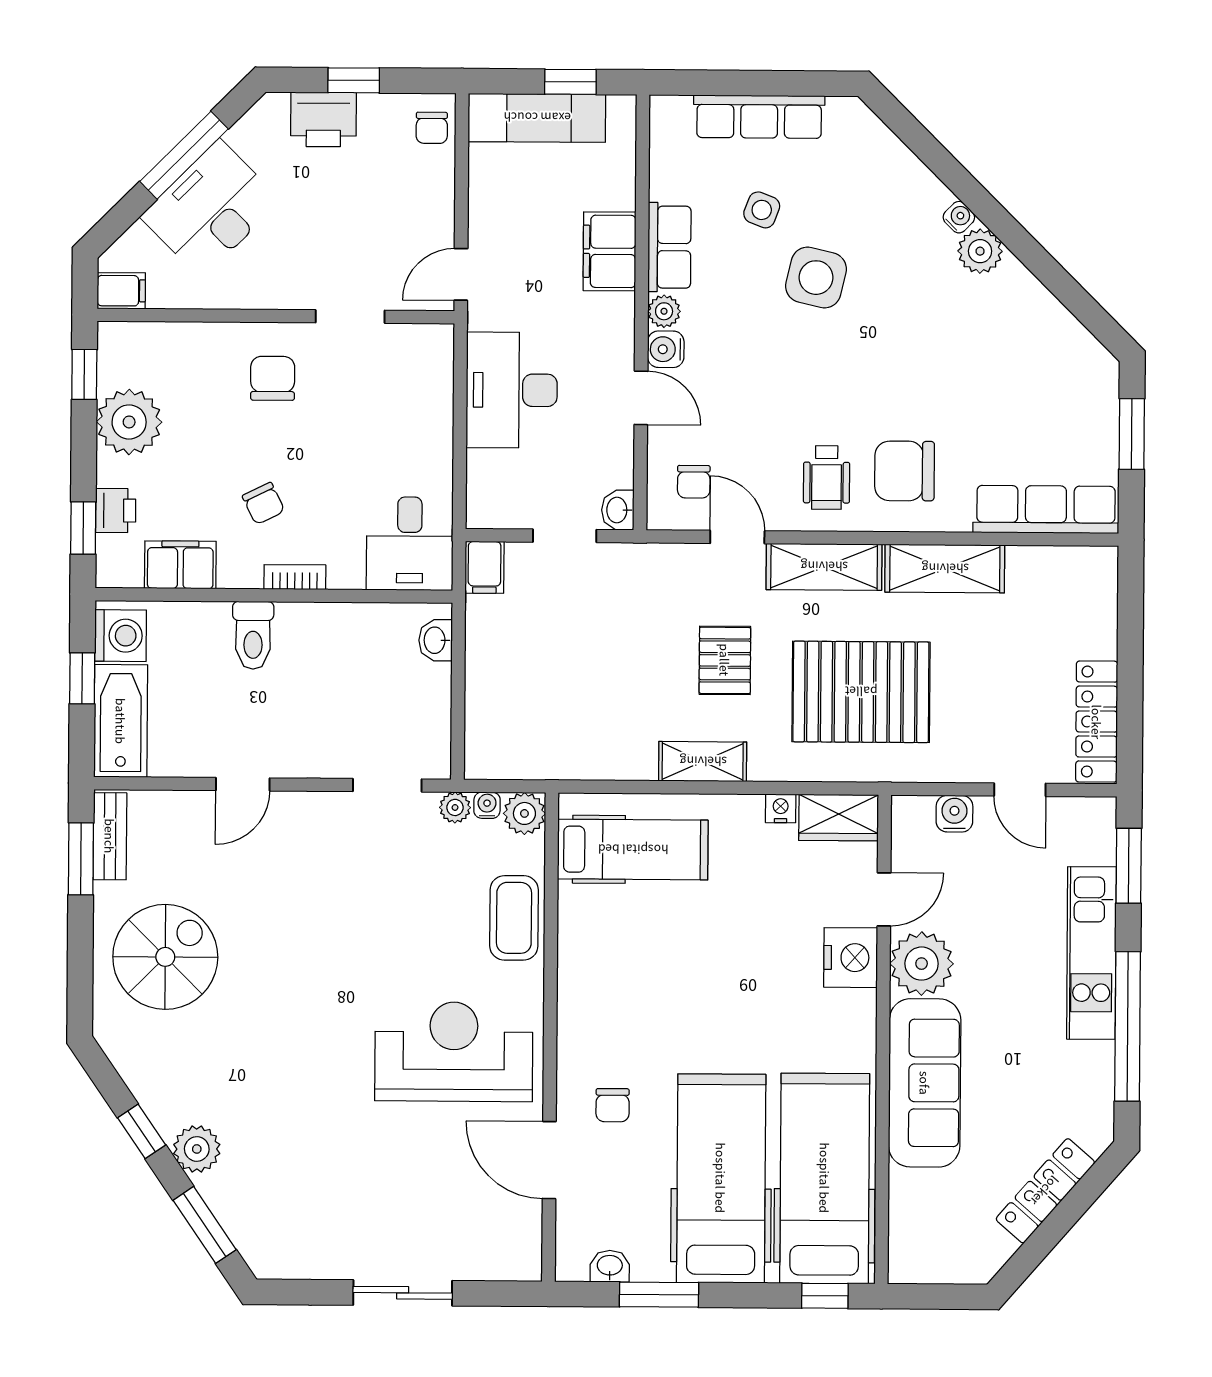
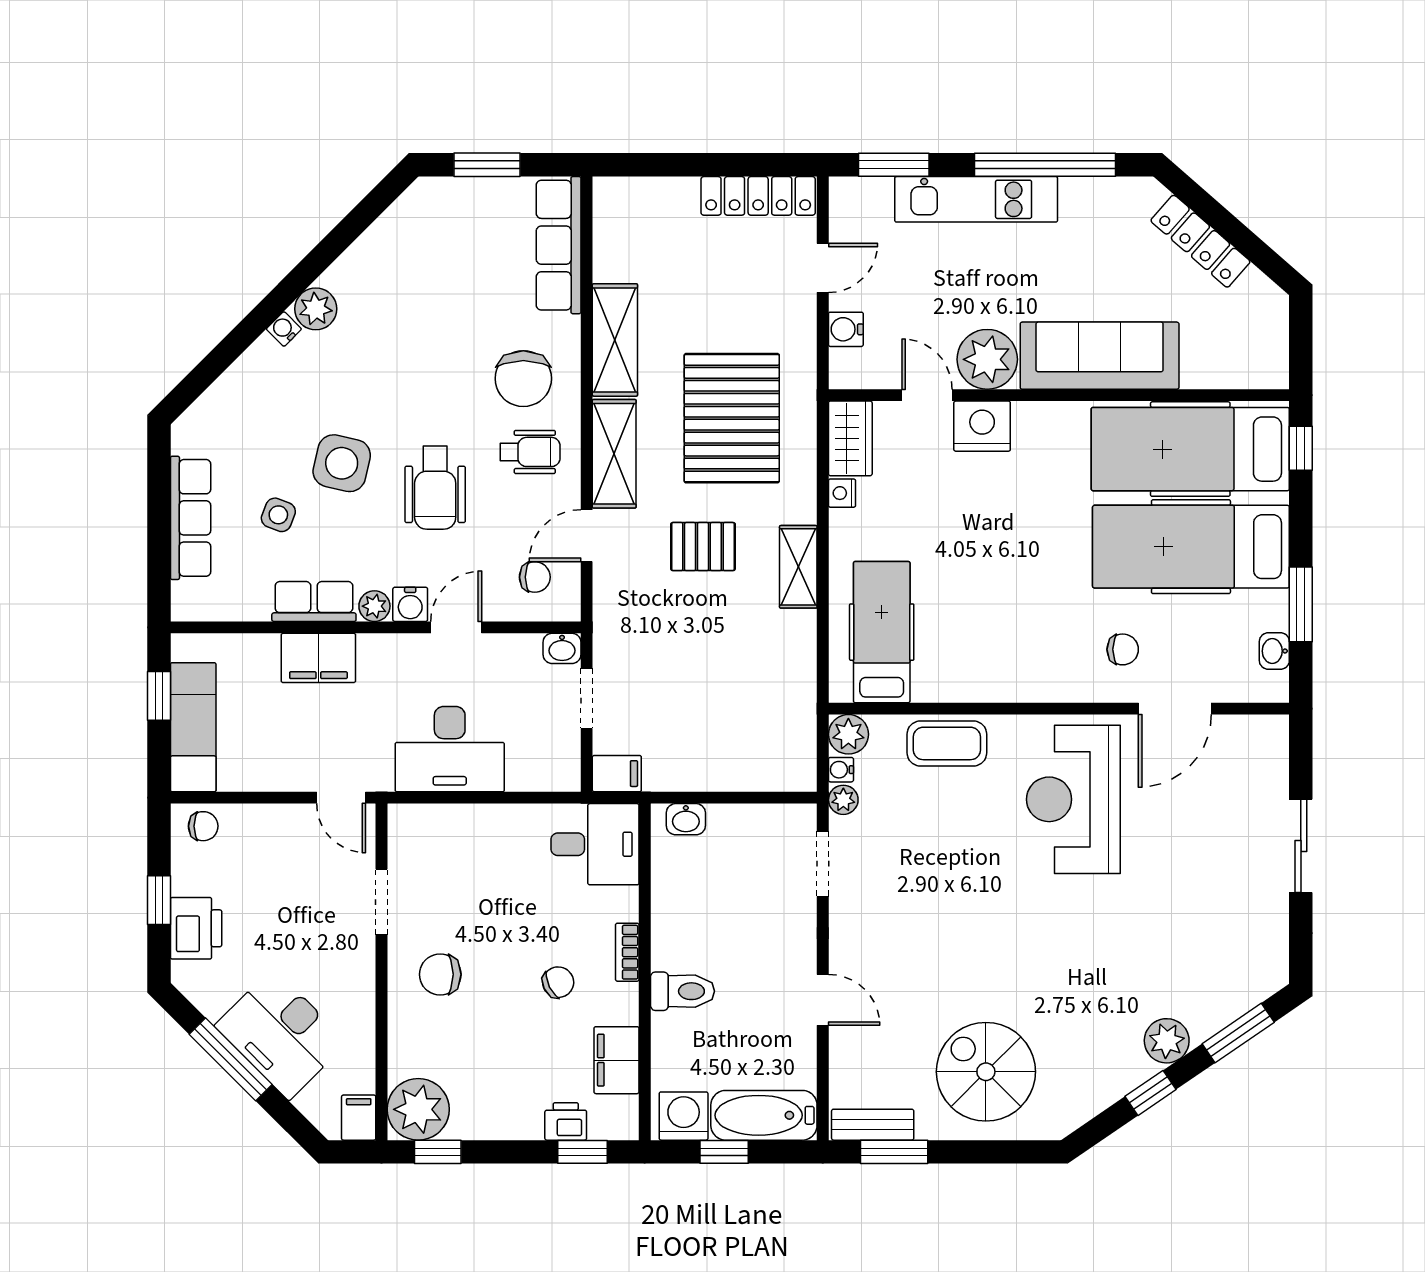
wheelchair: (789, 377) -> (435, 488), added
plant: (129, 422) -> (418, 1109), moved

